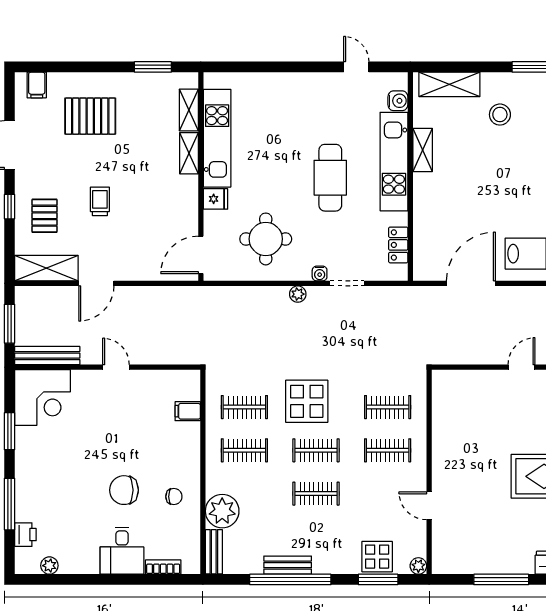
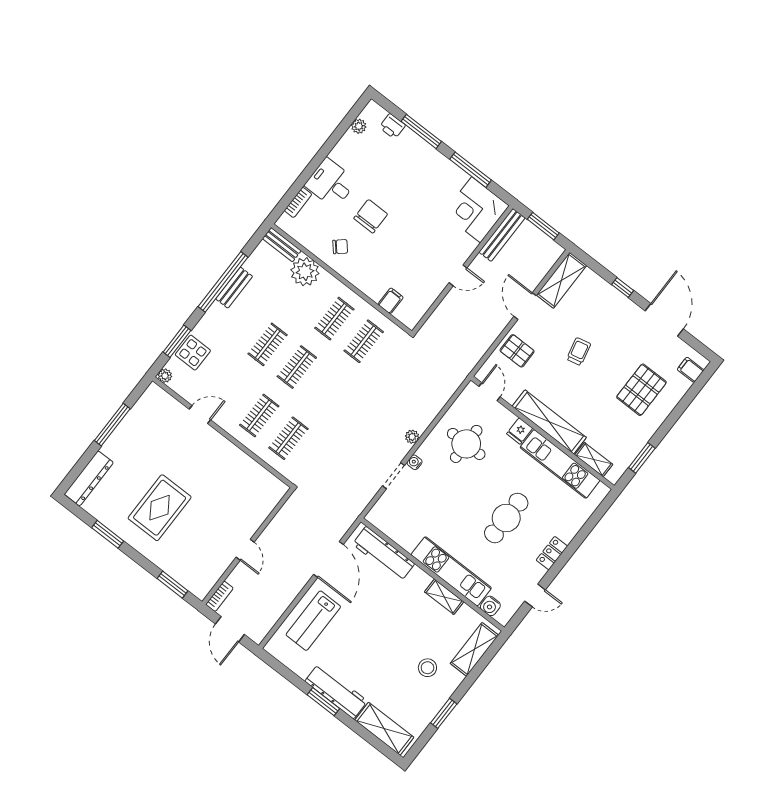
shelving: (189, 153) -> (549, 422), width x2.20, depth x1.33
cafe table: (330, 178) -> (506, 518), moved, turned 90
trolley: (100, 201) -> (579, 352), turned -103
pallet: (45, 216) -> (517, 351), moved
workbench: (426, 237) -> (383, 554), added
locker: (398, 245) -> (552, 553), moved, turned -90
door: (201, 255) -> (490, 392), width x0.73
display table: (307, 401) -> (335, 387), removed
window: (9, 431) -> (471, 170), width x1.44
chair: (174, 497) -> (340, 247), turned -131

